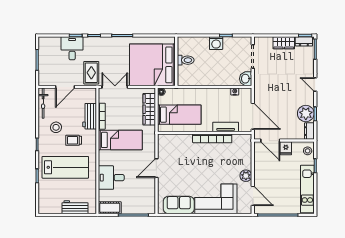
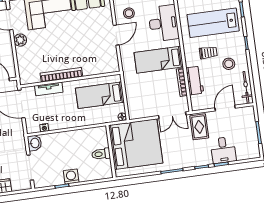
wardrobe: (149, 109) -> (132, 96), removed
desk: (111, 178) -> (163, 23), width x1.37
stool: (142, 187) -> (129, 13), added

